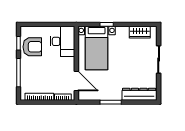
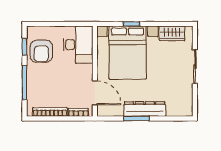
armchair: (32, 47) -> (41, 51), turned 90
bed with nightstands: (97, 48) -> (128, 53), width x1.36
dresser: (139, 94) -> (145, 109), moved

